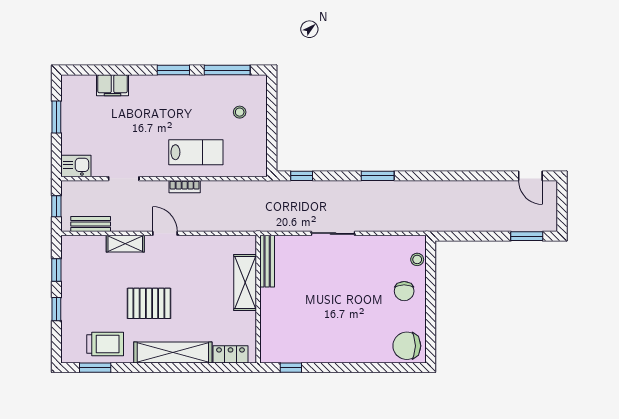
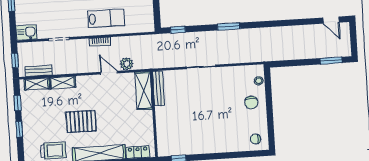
plant: (222, 222) -> (127, 64), added
door: (165, 233) -> (109, 73), moved
shelving: (87, 243) -> (37, 84), added
shelving: (245, 282) -> (144, 91), moved
chair: (407, 346) -> (255, 139), width x0.54, depth x0.54

